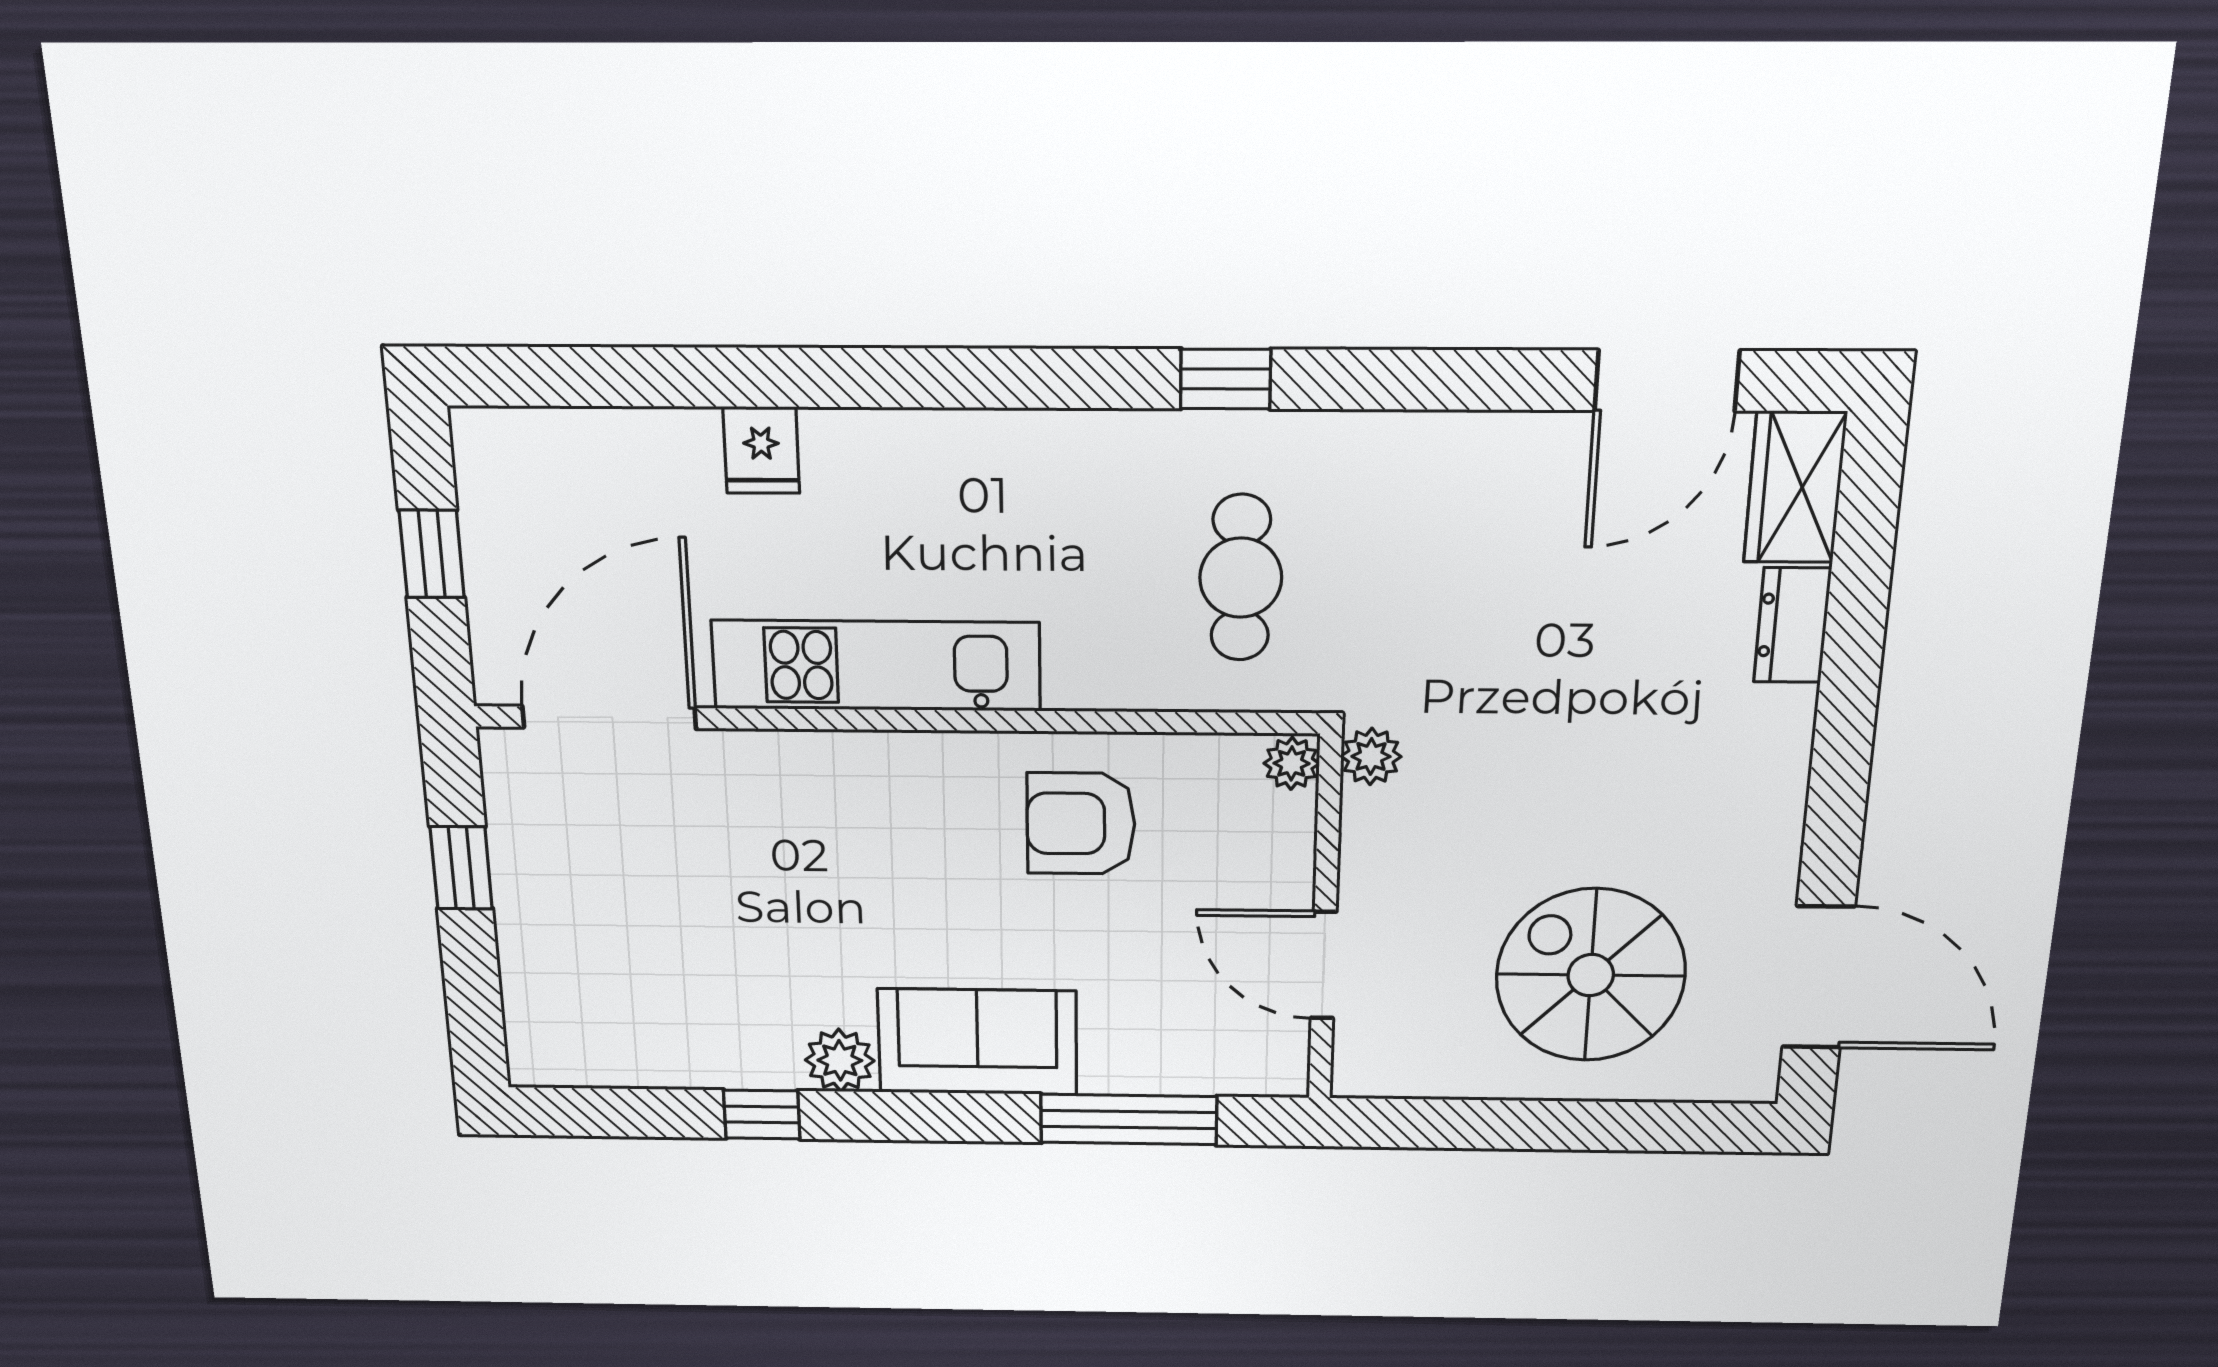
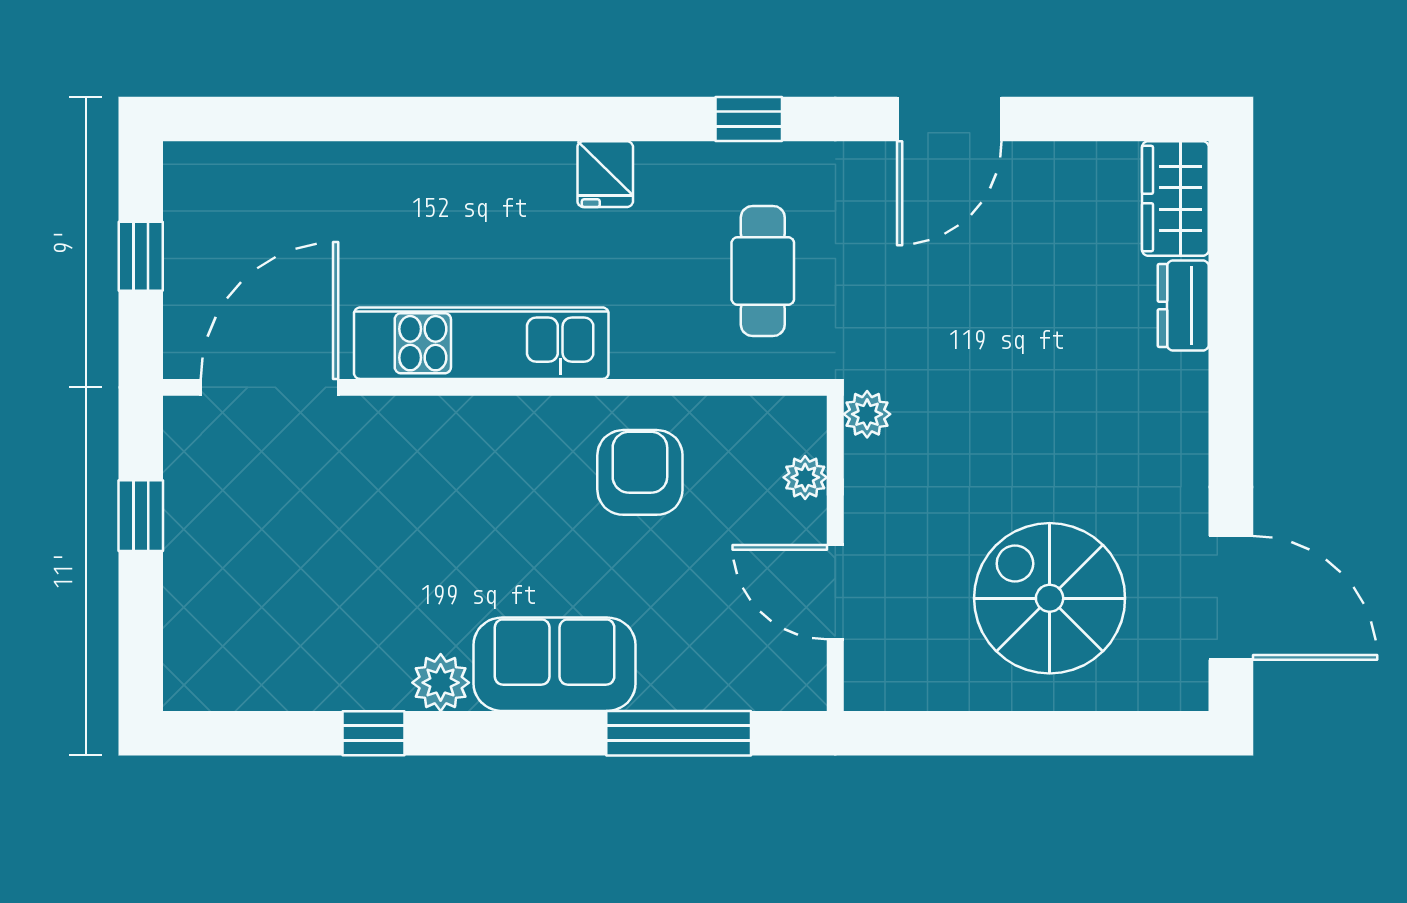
door: (1667, 381) -> (949, 119), moved
fridge: (761, 450) -> (605, 174), moved
plant: (1292, 763) -> (805, 477), moved
armchair: (1081, 824) -> (640, 472), turned 90

